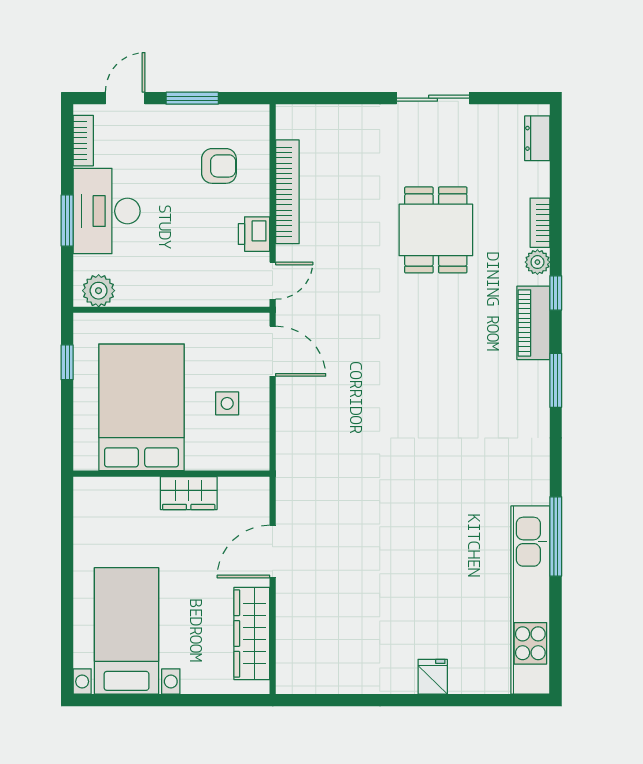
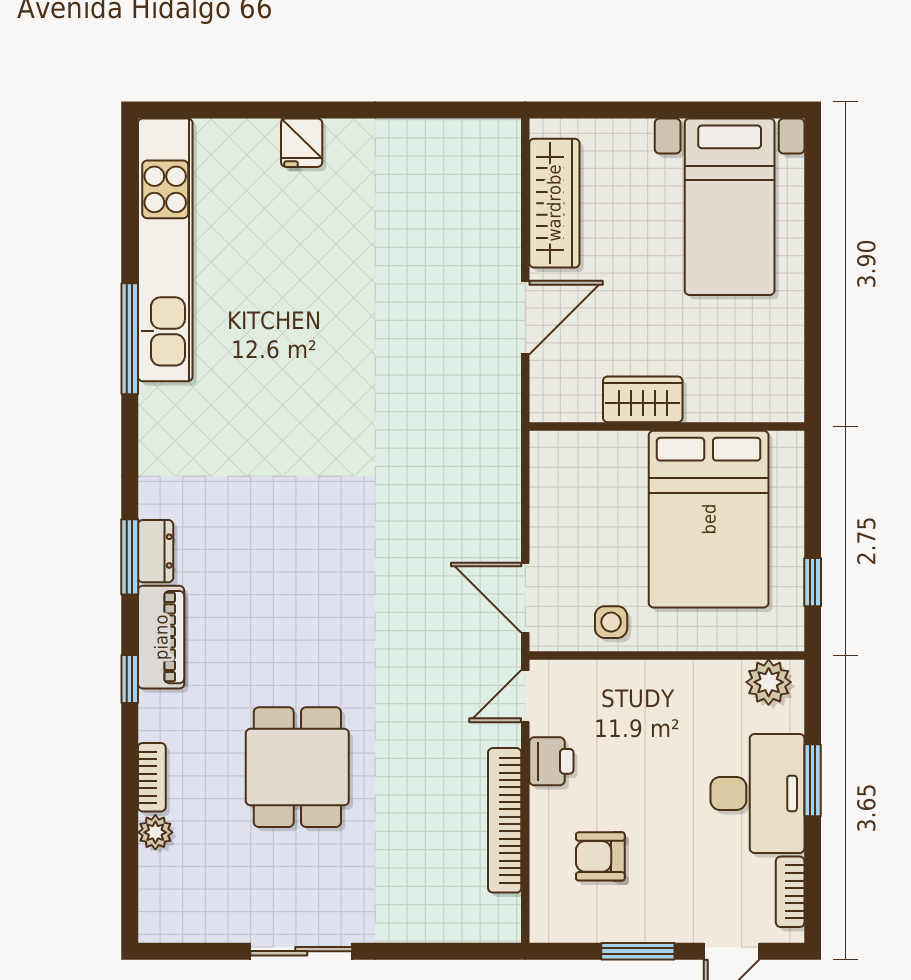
dresser: (537, 138) -> (156, 551), moved
plant: (537, 262) -> (155, 832), moved
side table: (227, 403) -> (611, 622), moved

